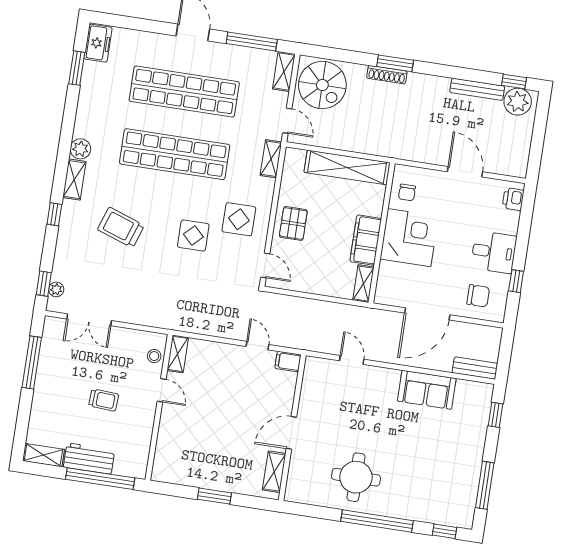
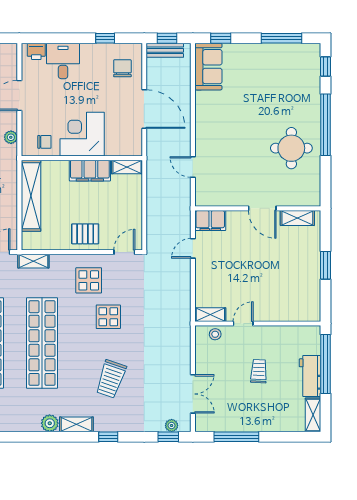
plant: (418, 154) -> (11, 137), added
desk: (494, 252) -> (63, 61), moved
window: (505, 353) -> (167, 38), added
door: (352, 360) -> (193, 167), hinge flipped
filing cabinet: (288, 362) -> (210, 221), width x2.00
bench: (475, 368) -> (165, 50), moved, turned 90
sofa: (427, 390) -> (208, 67), moved

